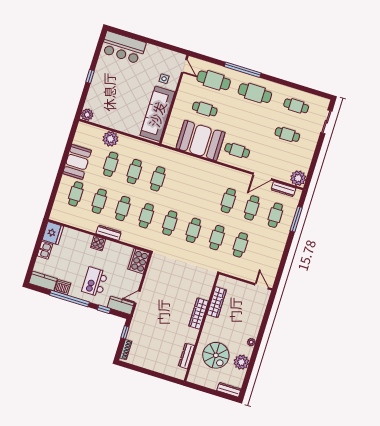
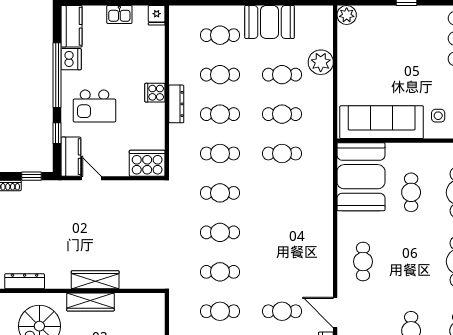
booth: (200, 140) -> (361, 177), moved
cafe table: (228, 201) -> (282, 272), removed
fridge: (53, 233) -> (157, 15), width x0.53, depth x0.75
kitchen island: (95, 282) -> (94, 106), turned 180
wardrobe: (217, 302) -> (90, 302), moved

